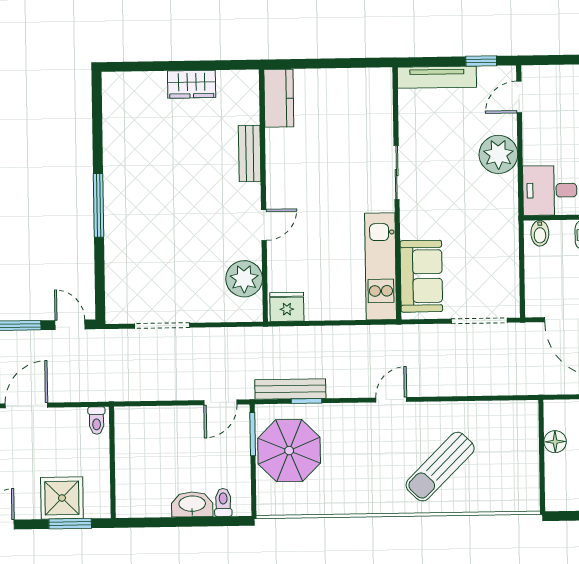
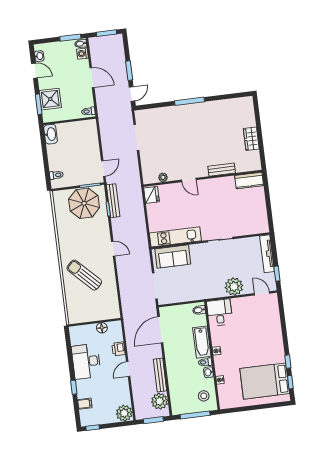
plant: (244, 279) -> (163, 177), width x0.53, depth x0.53
door: (220, 402) -> (103, 169), swing flipped
washbasin: (192, 504) -> (51, 134), moved

